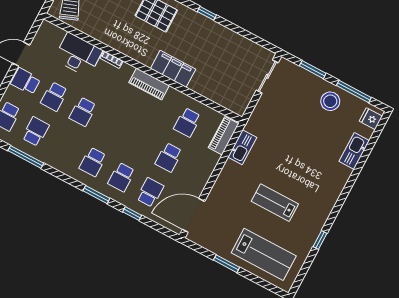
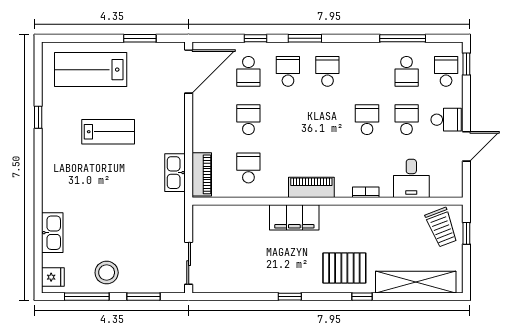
desk: (78, 55) -> (411, 178), width x0.73
window: (227, 264) -> (140, 38), moved

